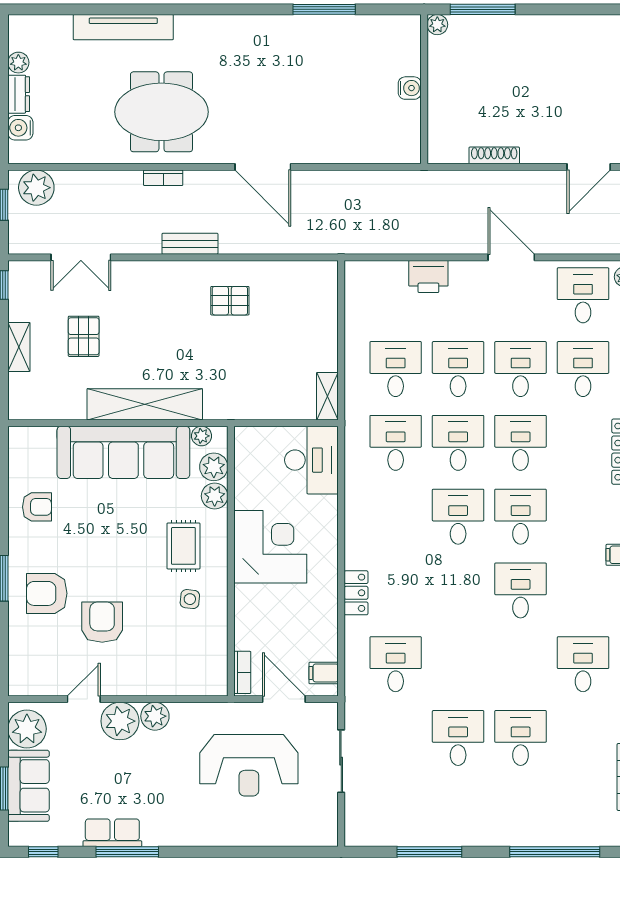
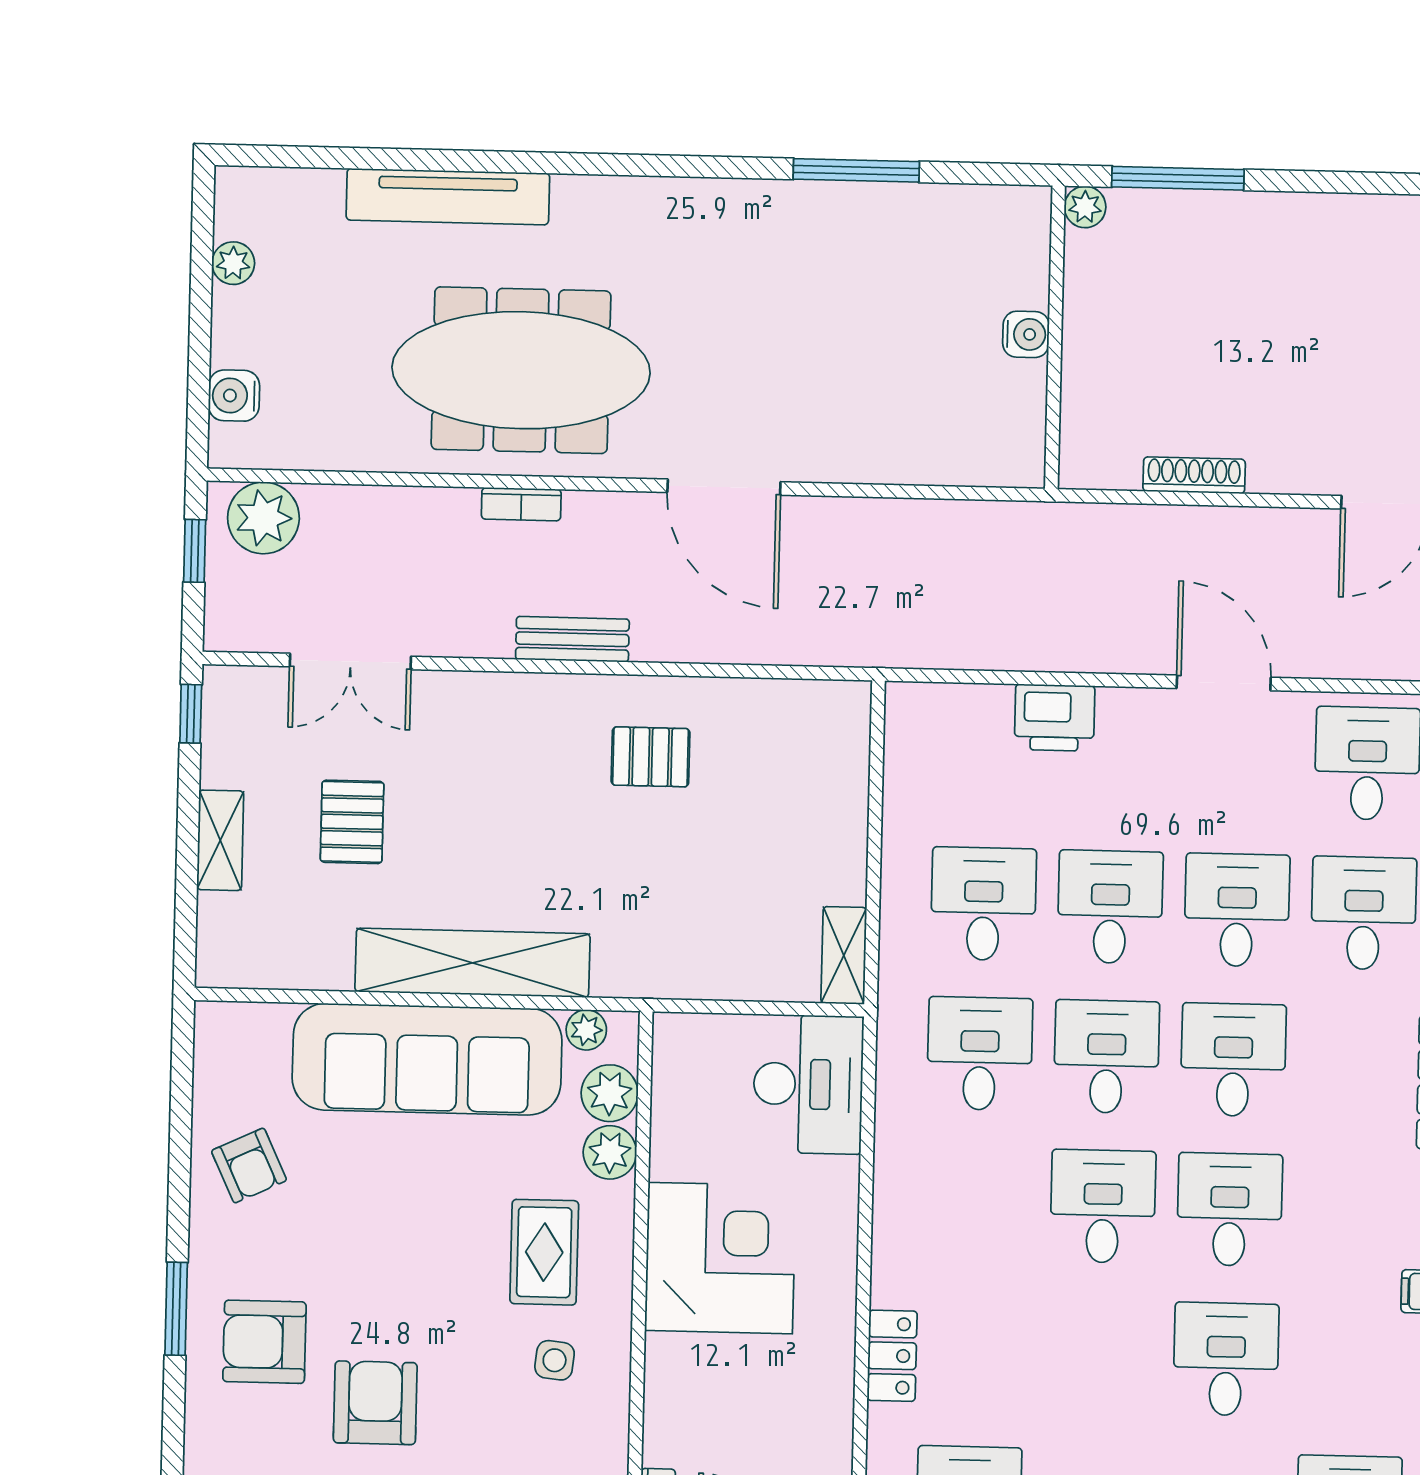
dresser: (19, 94) -> (232, 327), removed
meeting table: (161, 112) -> (521, 370), width x1.36
armchair: (37, 507) -> (249, 1166), turned 65

